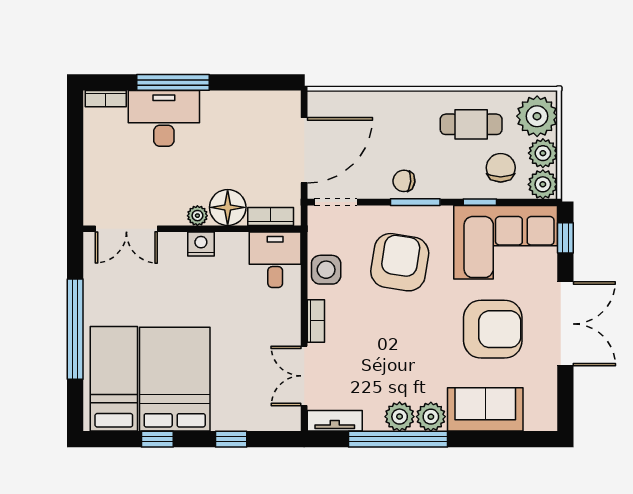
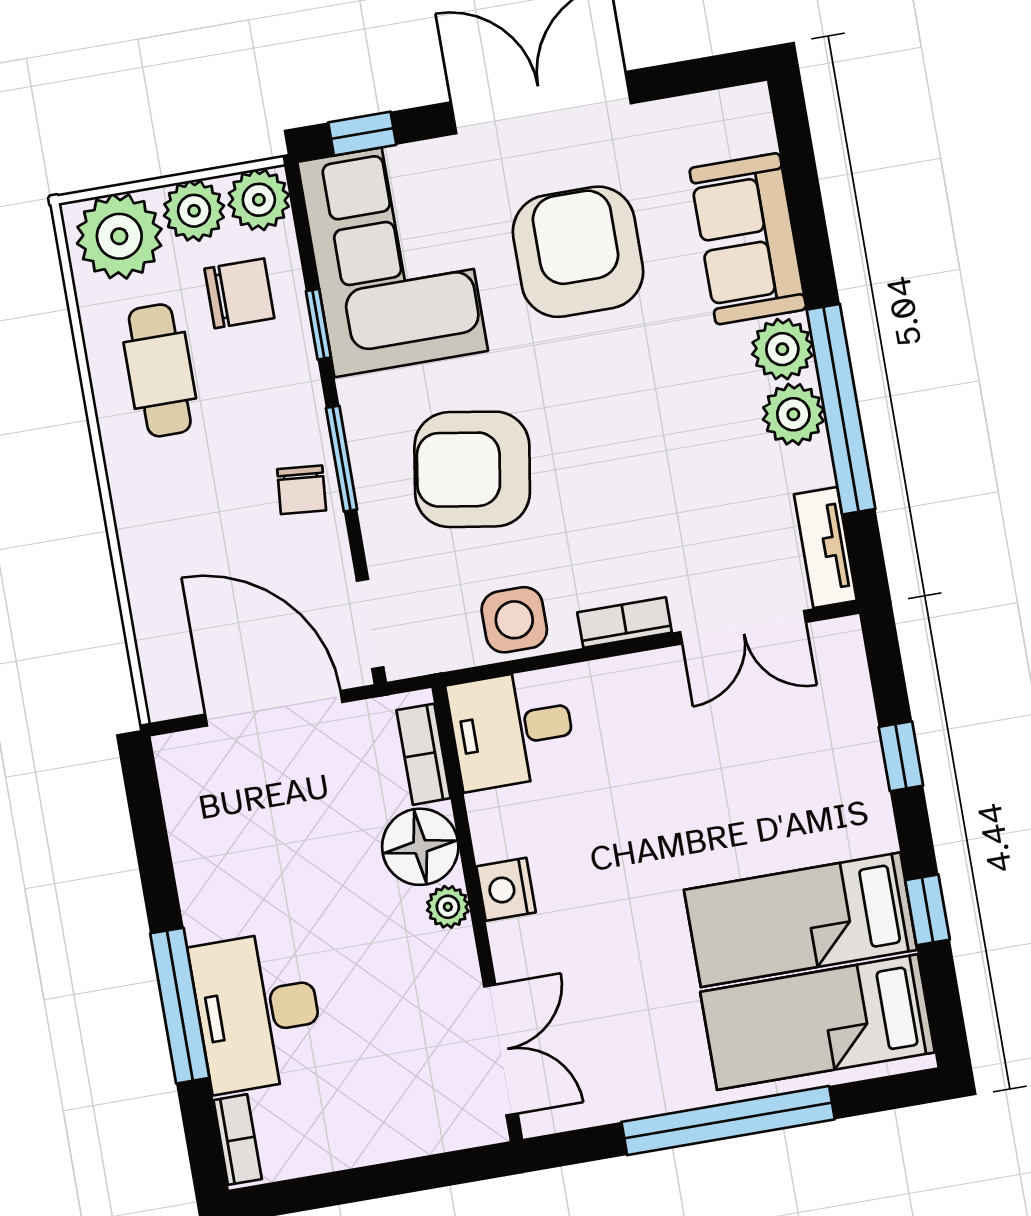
chair: (501, 168) -> (239, 293), turned 180
bed: (175, 379) -> (801, 920), width x0.67

